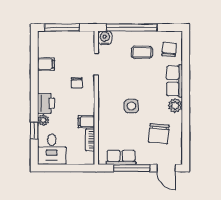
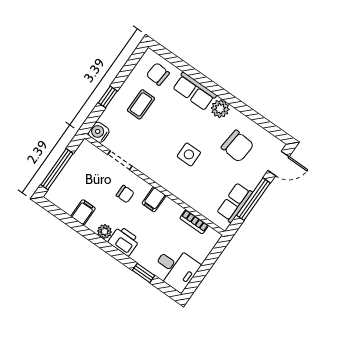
window: (132, 27) -> (108, 97), width x0.32
plant: (43, 120) -> (104, 231), moved
filing cabinet: (86, 122) -> (154, 199), moved

